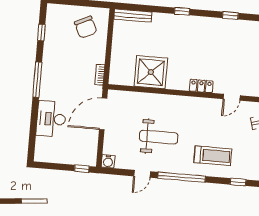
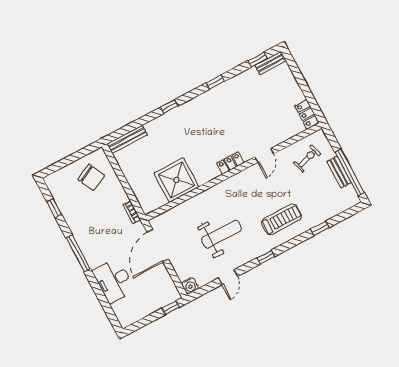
window: (182, 177) -> (266, 257), width x0.32

